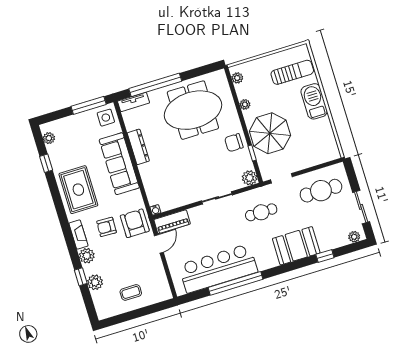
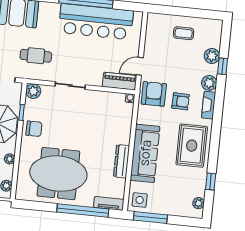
armchair: (135, 223) -> (154, 94), turned 180

